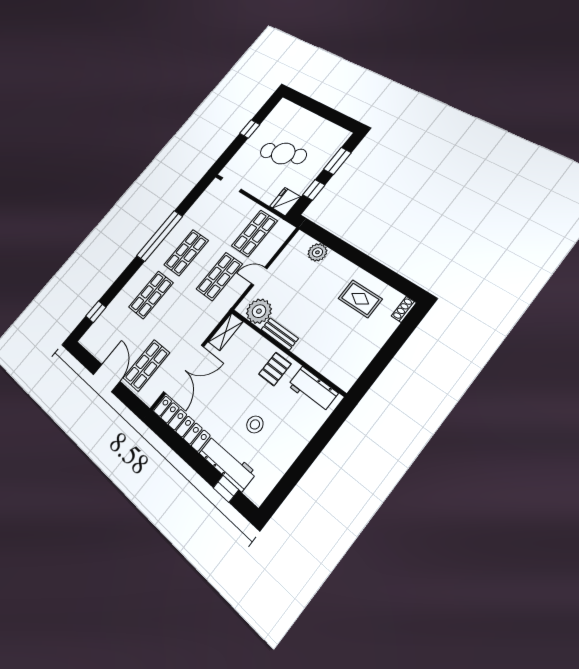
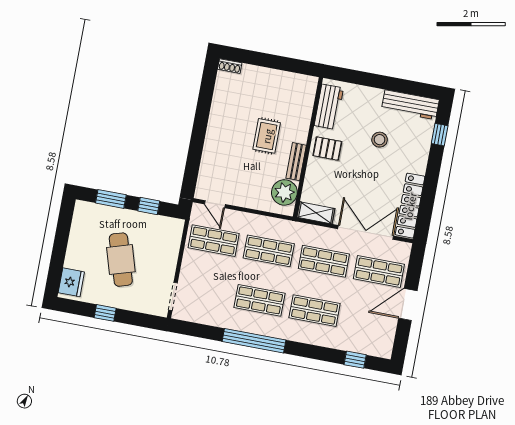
fridge: (285, 202) -> (71, 282), moved, turned -90
plant: (317, 252) -> (209, 168), removed
door: (259, 276) -> (215, 204), moved
rug: (360, 299) -> (267, 136), moved
shop shelf: (183, 320) -> (324, 261), added
workbench: (227, 463) -> (410, 105), moved, turned -90

